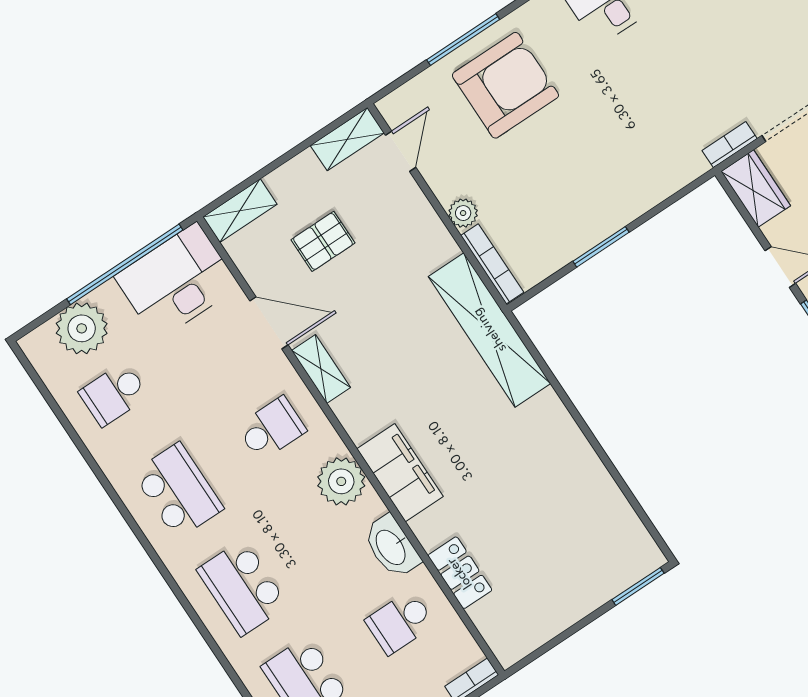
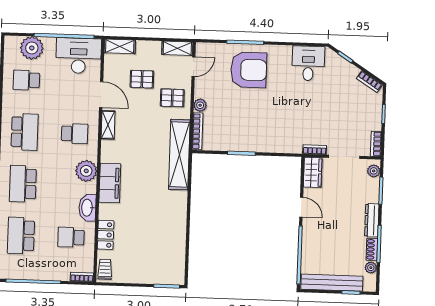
pallet: (403, 236) -> (172, 98), added
trolley: (504, 636) -> (105, 269), added

